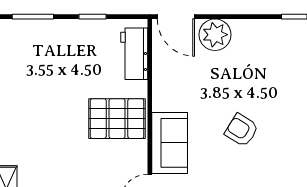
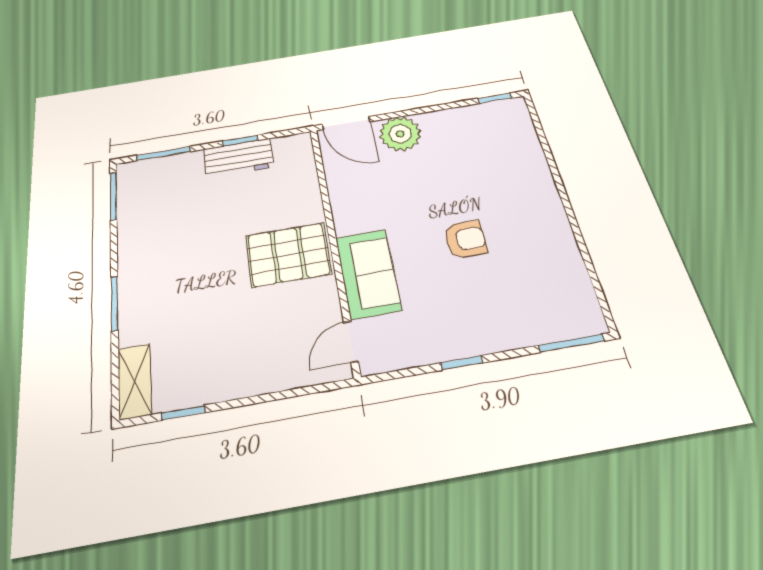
workbench: (134, 54) -> (239, 158), moved, turned -90
armchair: (242, 130) -> (465, 239), turned 148

